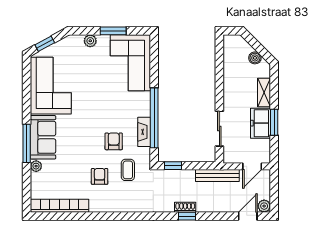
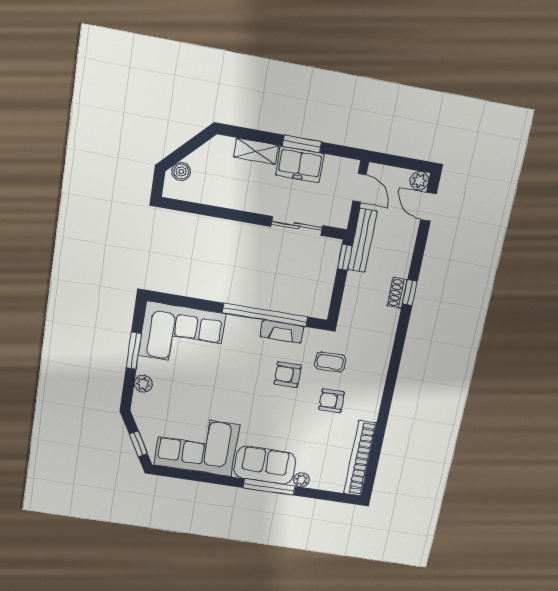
boiler: (255, 58) -> (181, 172), moved
window: (173, 166) -> (345, 257), moved

